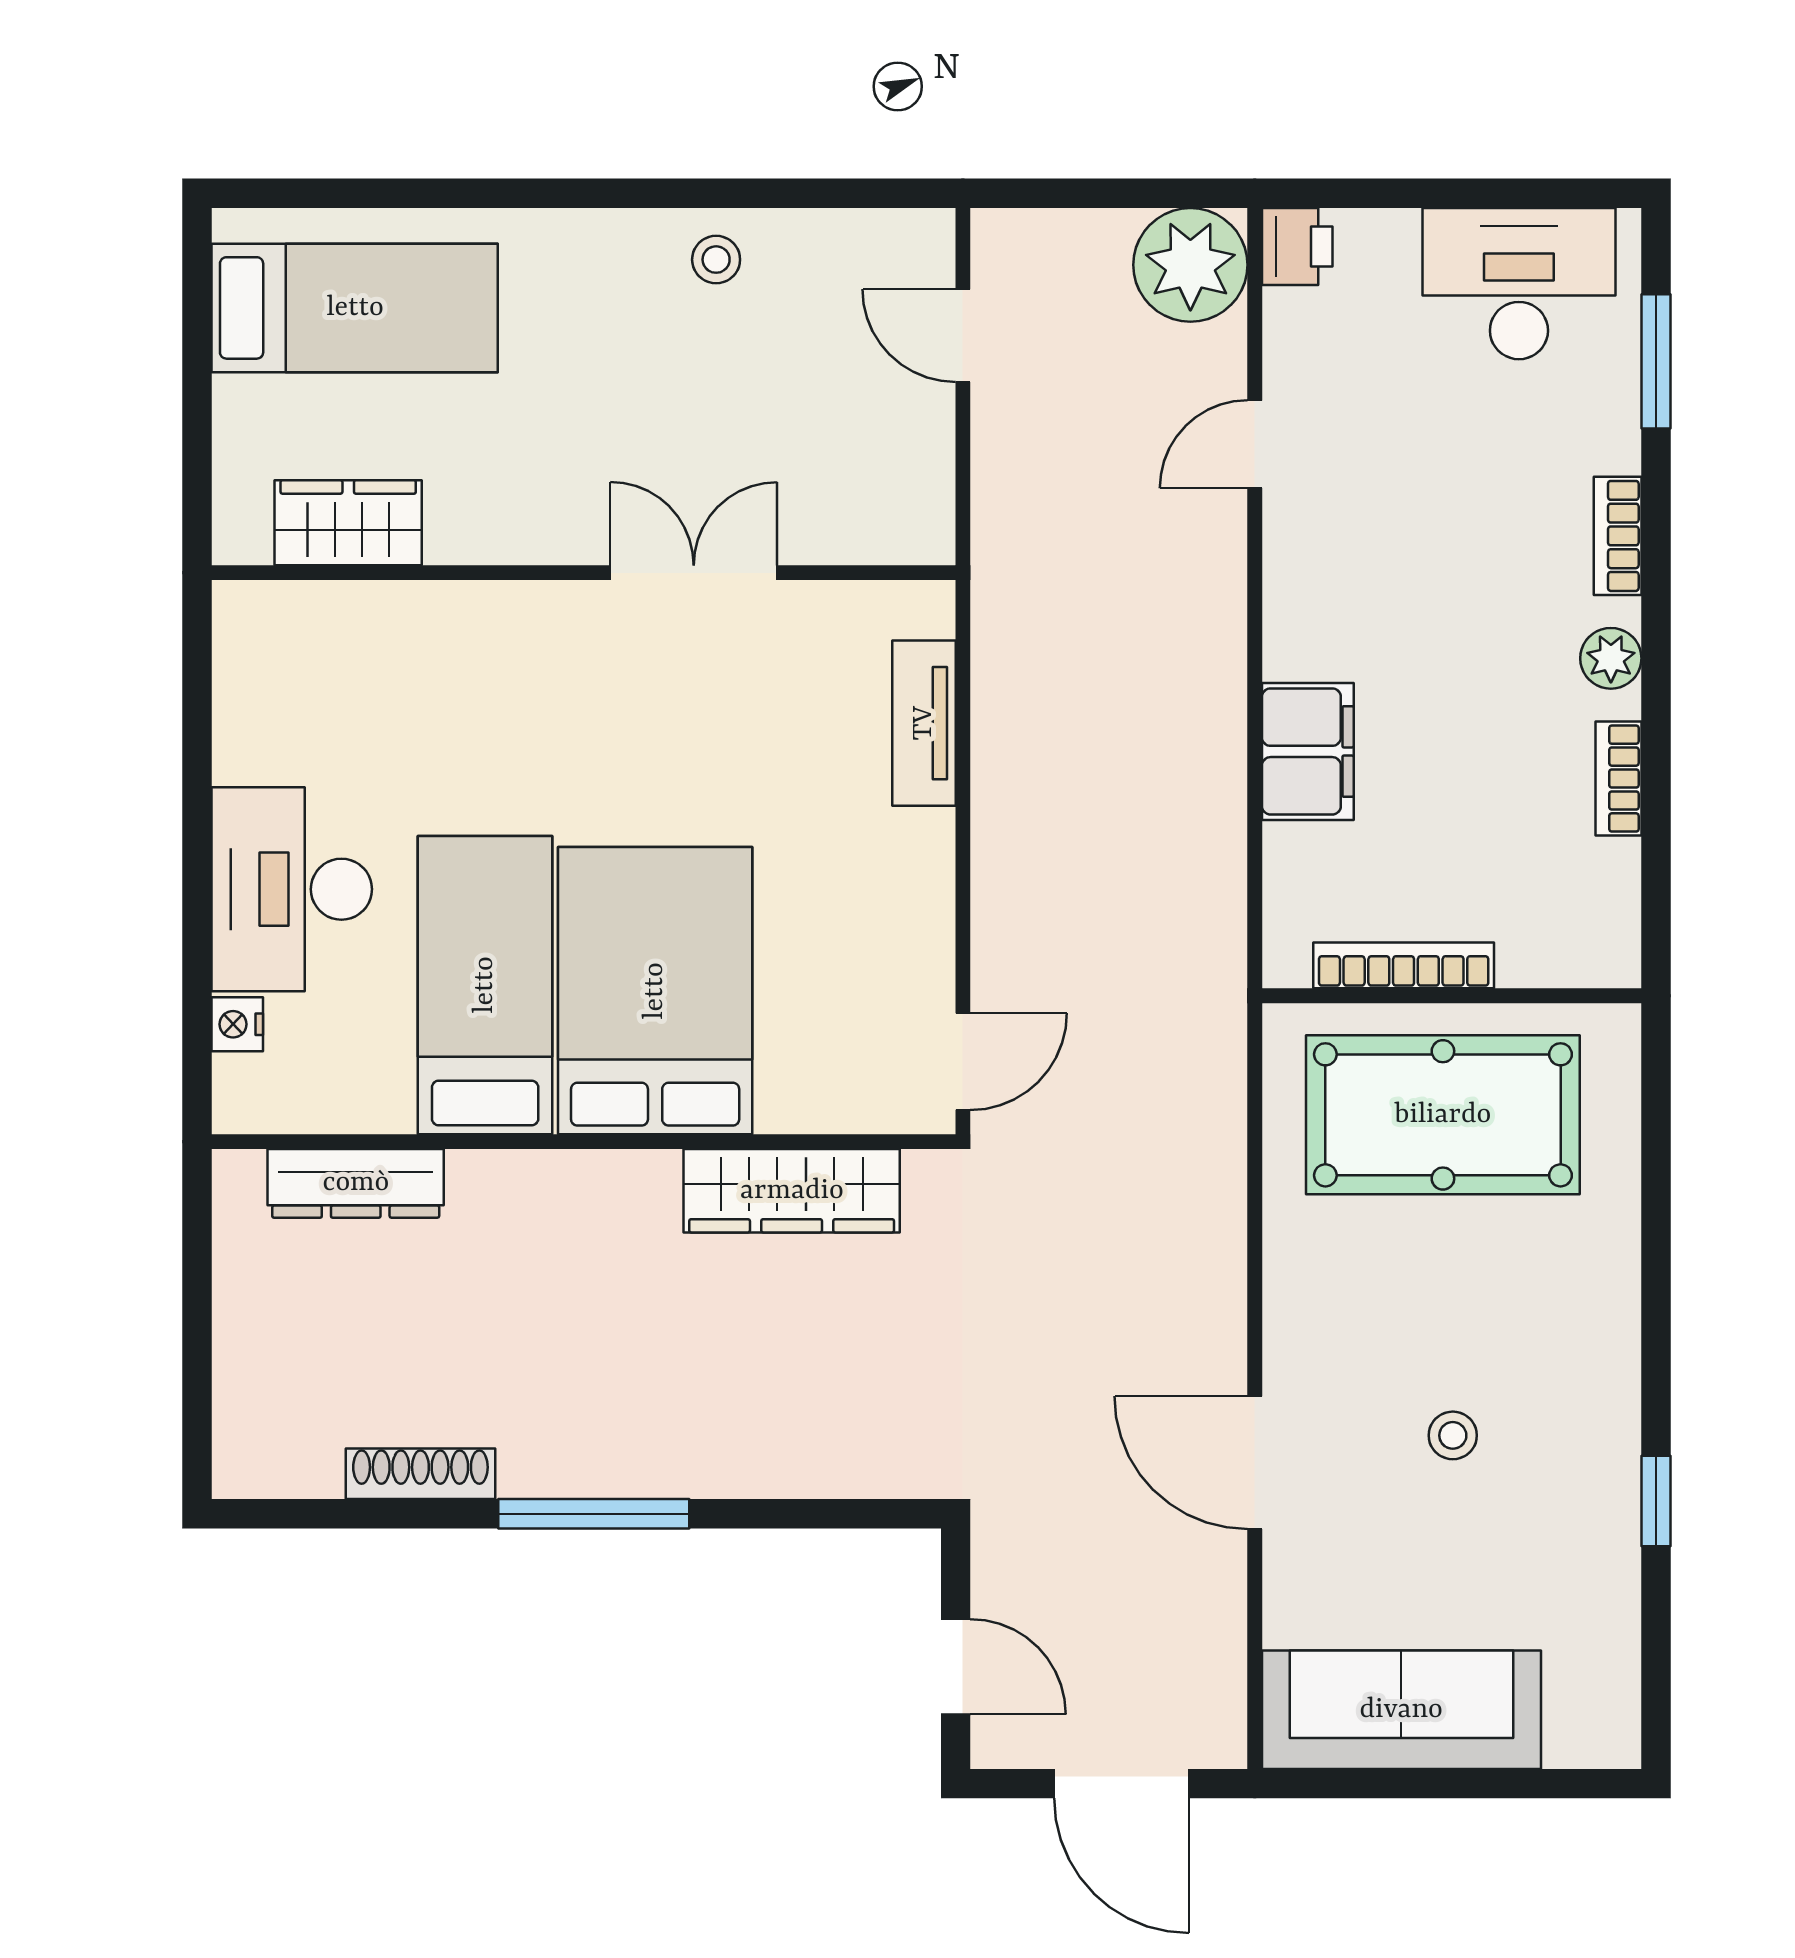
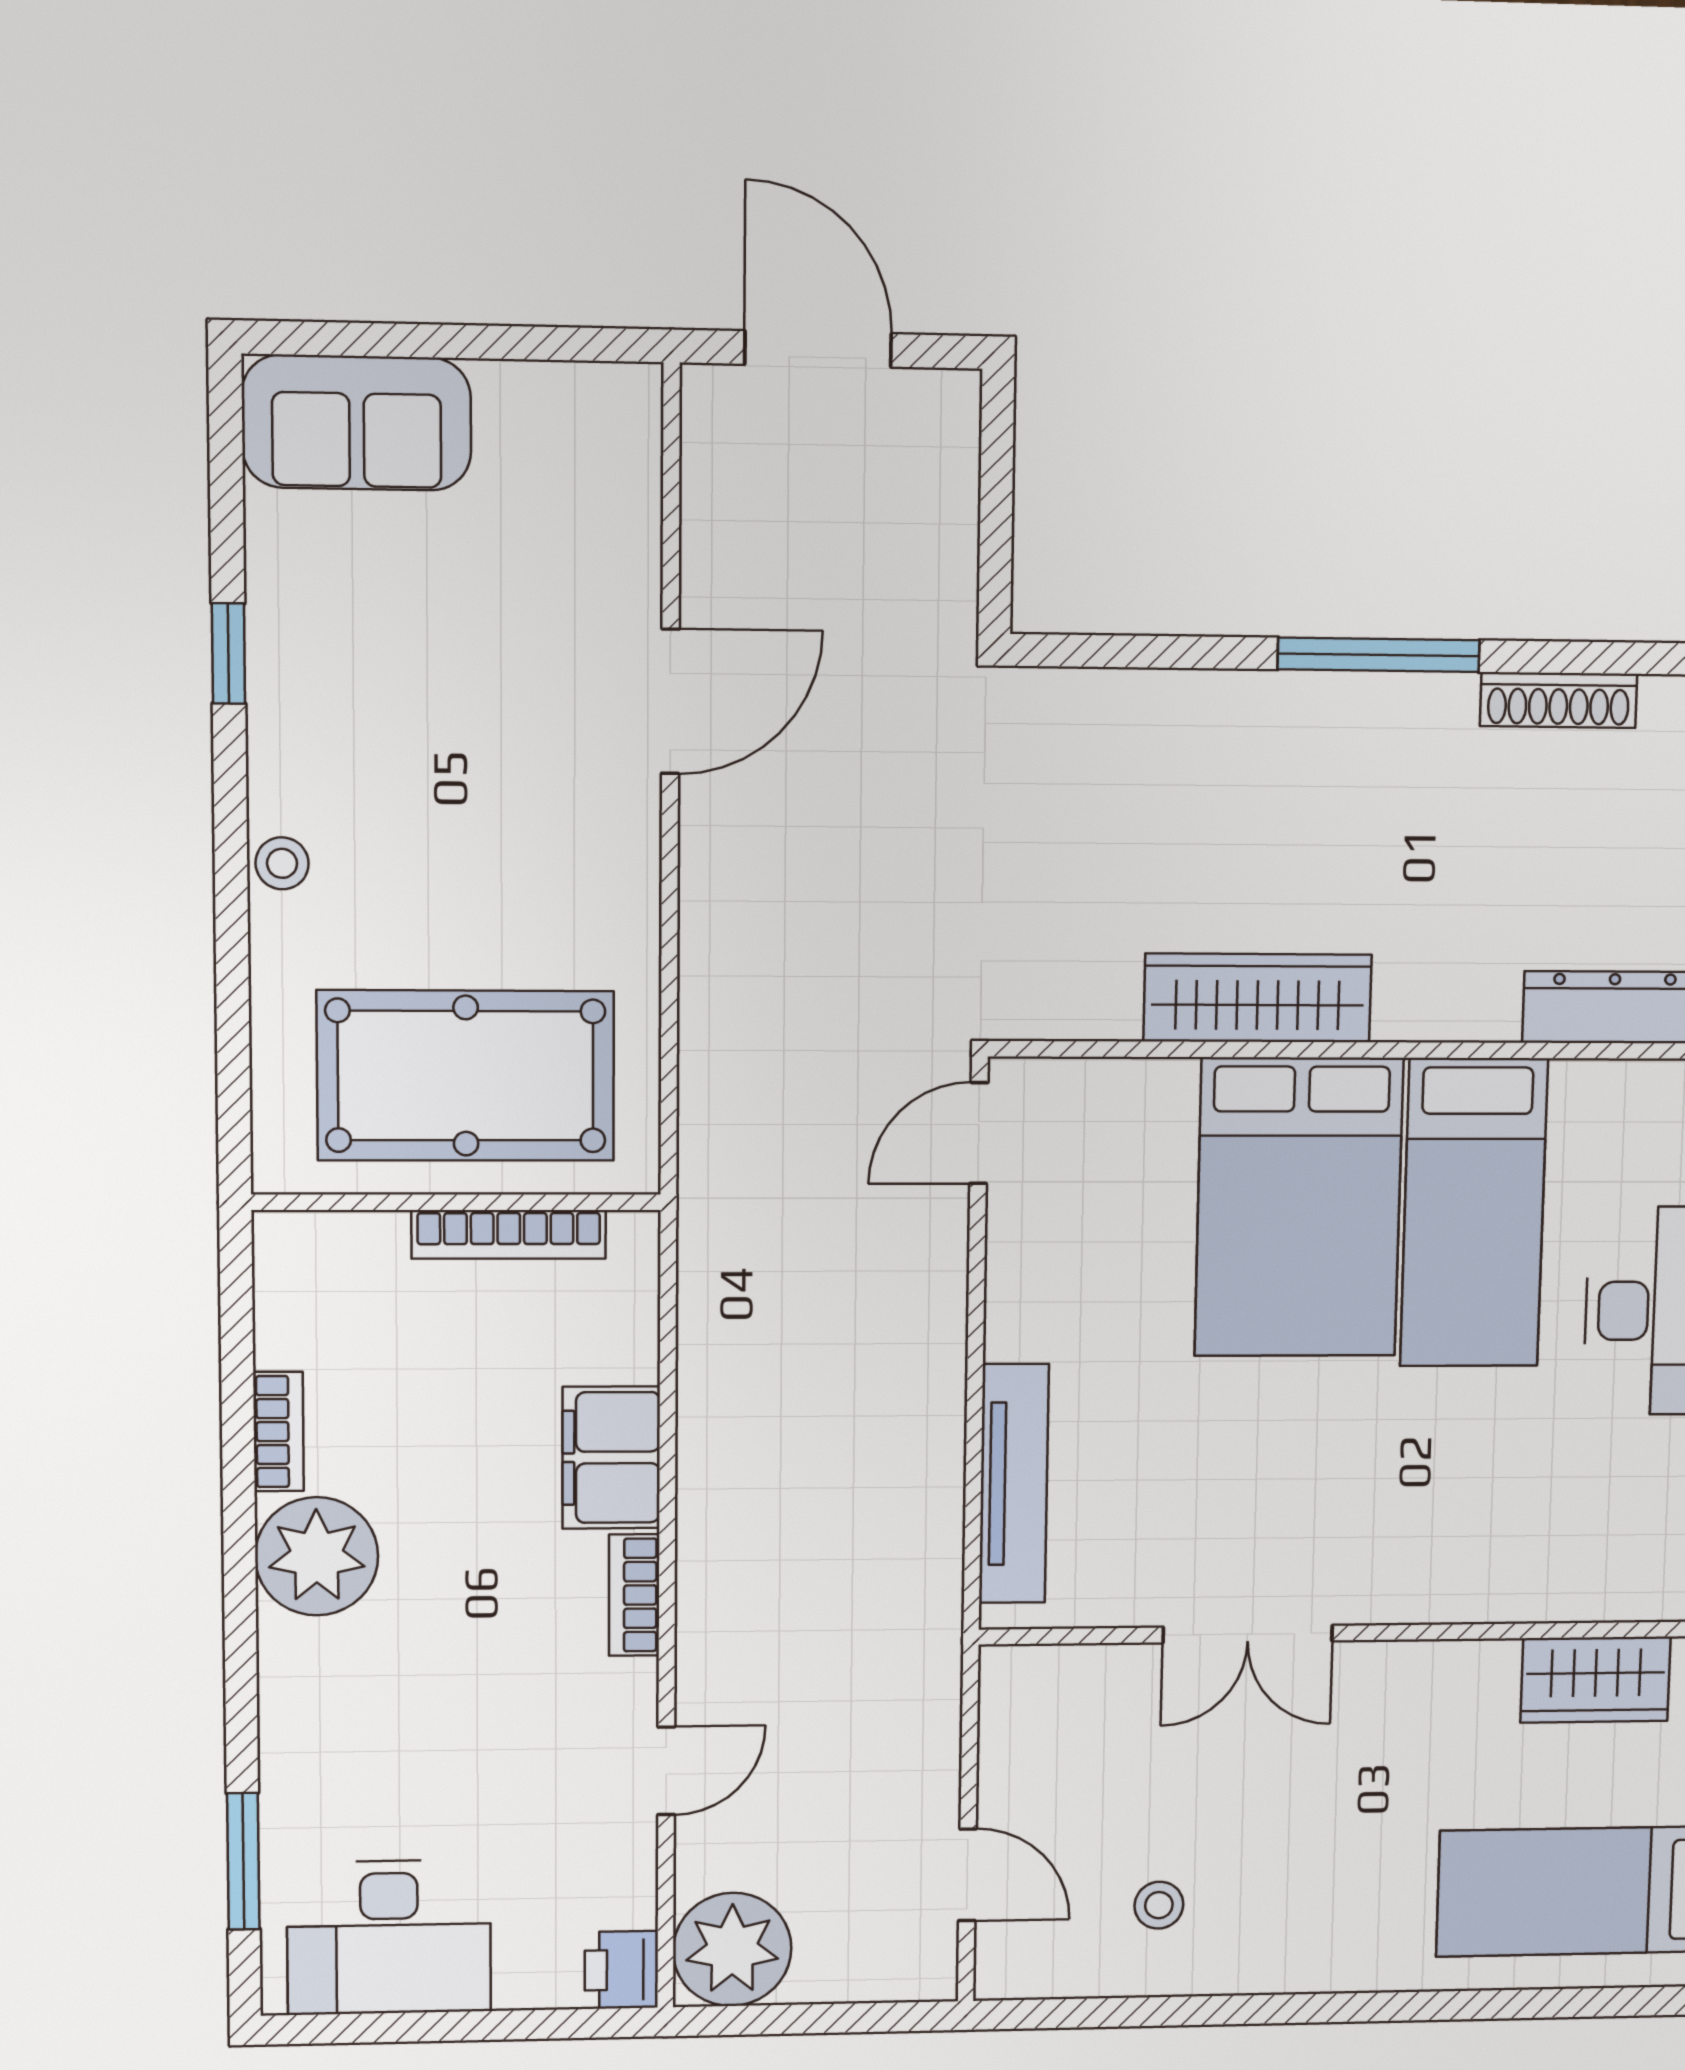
stool: (716, 260) -> (1159, 1905), moved
bookcase: (1618, 536) -> (634, 1595), moved, turned 180
plant: (1611, 658) -> (317, 1556), width x1.88, depth x1.88
tv unit: (924, 723) -> (1014, 1484), width x1.41
wardrobe: (792, 1191) -> (1258, 998), moved
stool: (1453, 1435) -> (282, 863), moved
door: (1255, 1463) -> (670, 701), hinge flipped
door: (956, 1667) -> (997, 482), removed
sofa: (1401, 1710) -> (357, 423), moved, width x0.73

